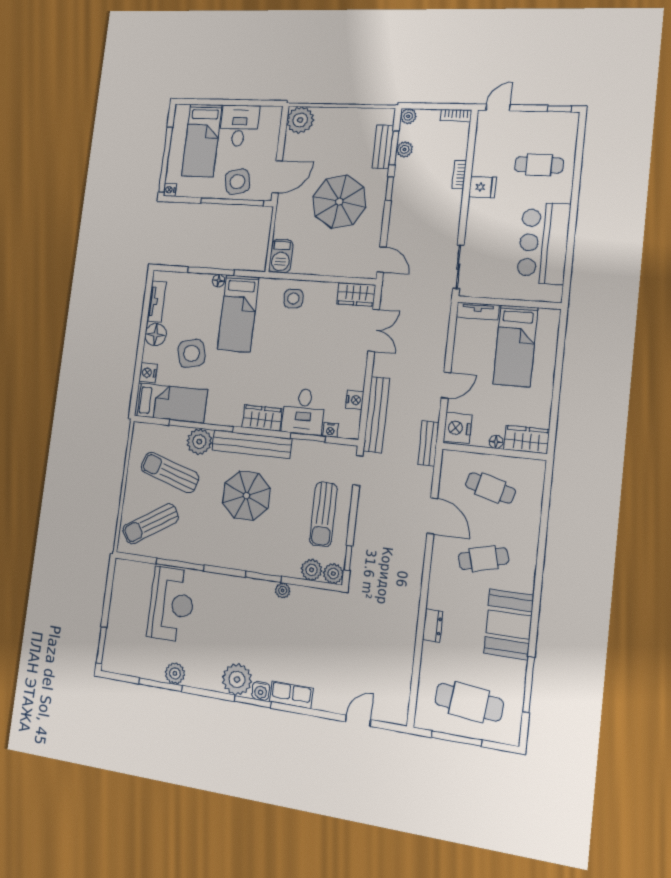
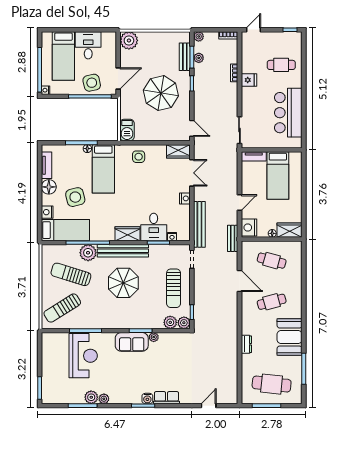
nightstand: (355, 400) -> (185, 198), moved
sofa: (248, 593) -> (132, 342), added
plant: (237, 679) -> (104, 399), moved, width x0.53, depth x0.53

